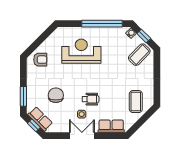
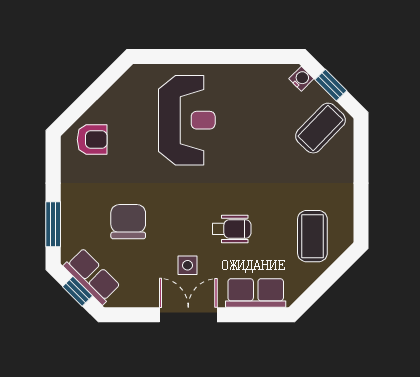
window: (102, 24) -> (235, 57), removed
reception desk: (81, 51) -> (187, 120), turned 90
wheelchair: (90, 99) -> (232, 229), moved

